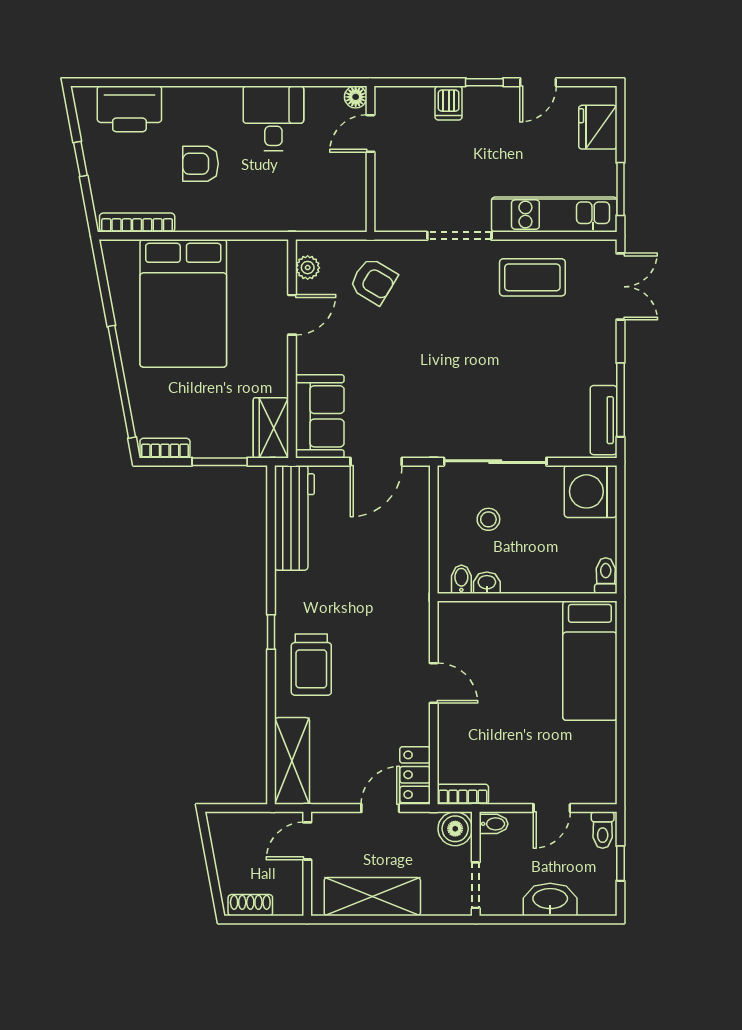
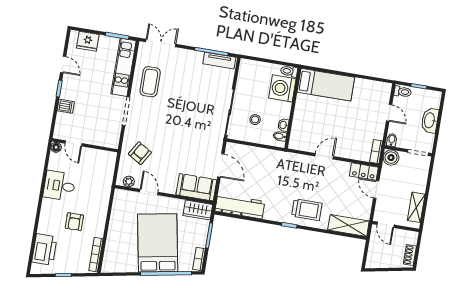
bed: (183, 303) -> (158, 243), moved, turned -100
washing machine: (591, 491) -> (282, 88), moved, turned 90
shelving: (372, 897) -> (416, 207), width x0.67, depth x0.75

